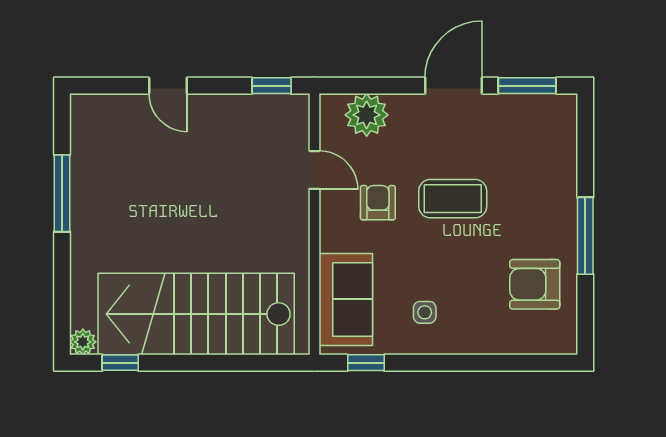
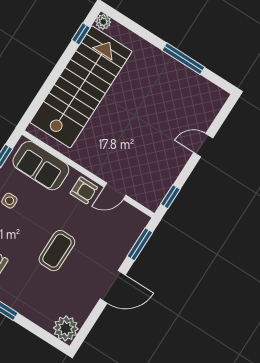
door: (453, 86) -> (113, 287), hinge flipped
window: (527, 86) -> (140, 244), moved
plant: (367, 115) -> (66, 328), moved
armchair: (378, 203) -> (84, 190), moved

